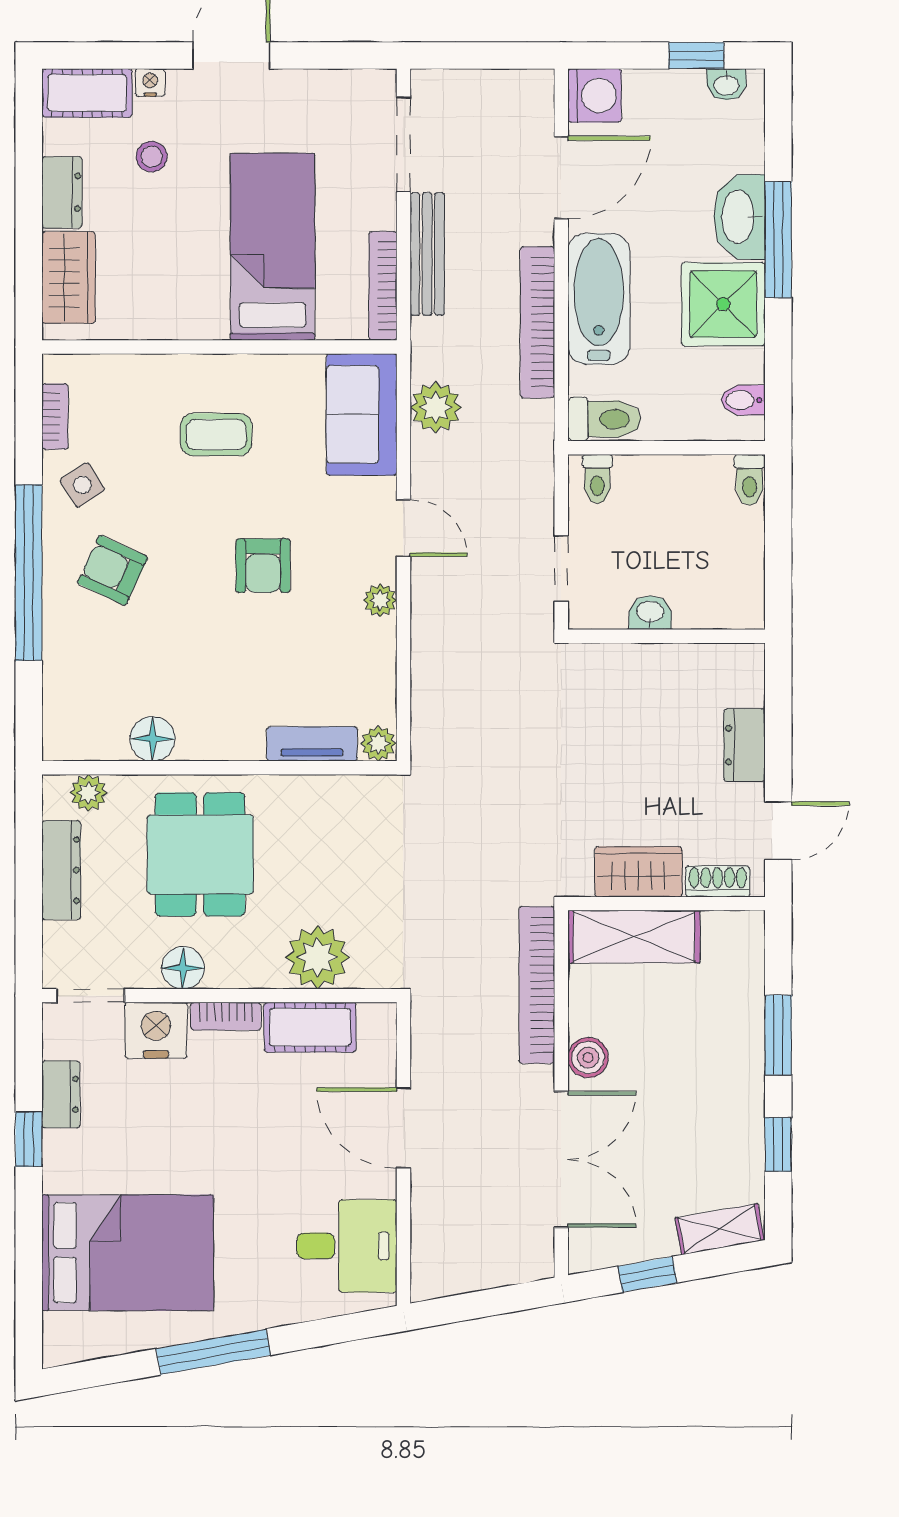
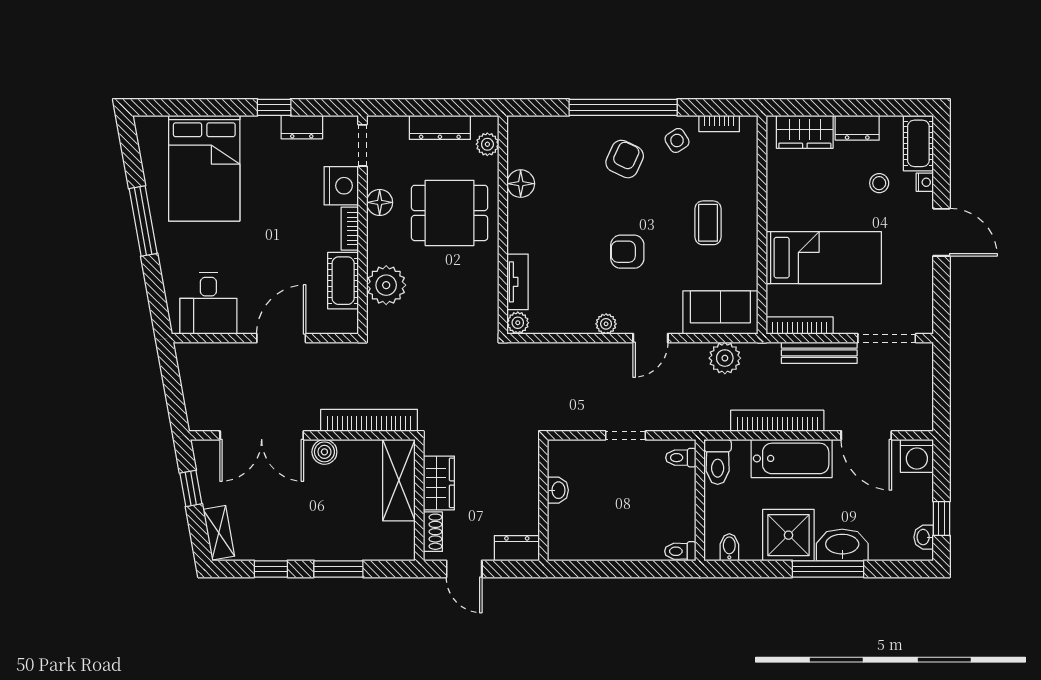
washbasin: (650, 613) -> (558, 490), moved
wall: (666, 636) -> (543, 500), moved

